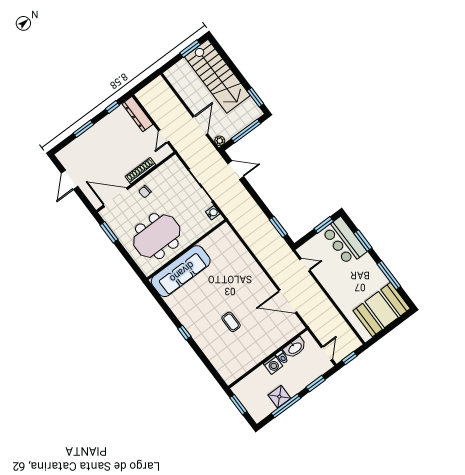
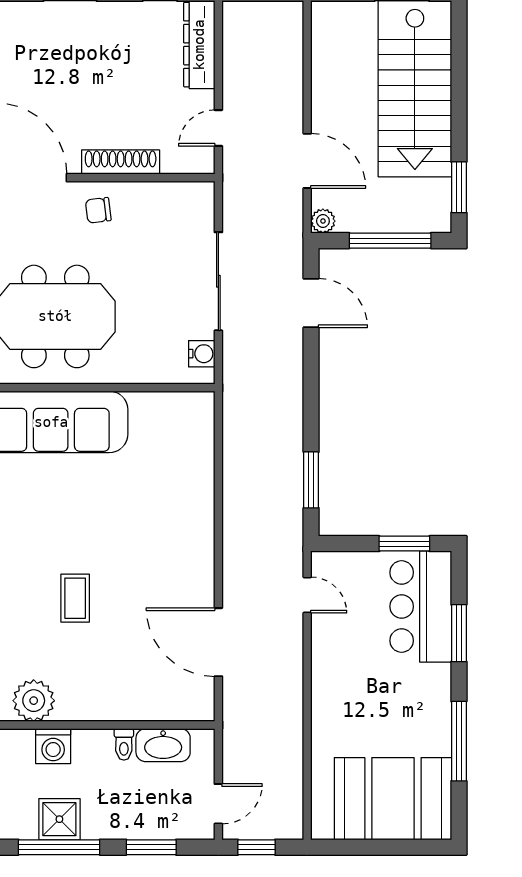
door: (200, 125) -> (307, 161), hinge flipped
plant: (242, 365) -> (34, 701), added
washing machine: (273, 365) -> (53, 746), moved

